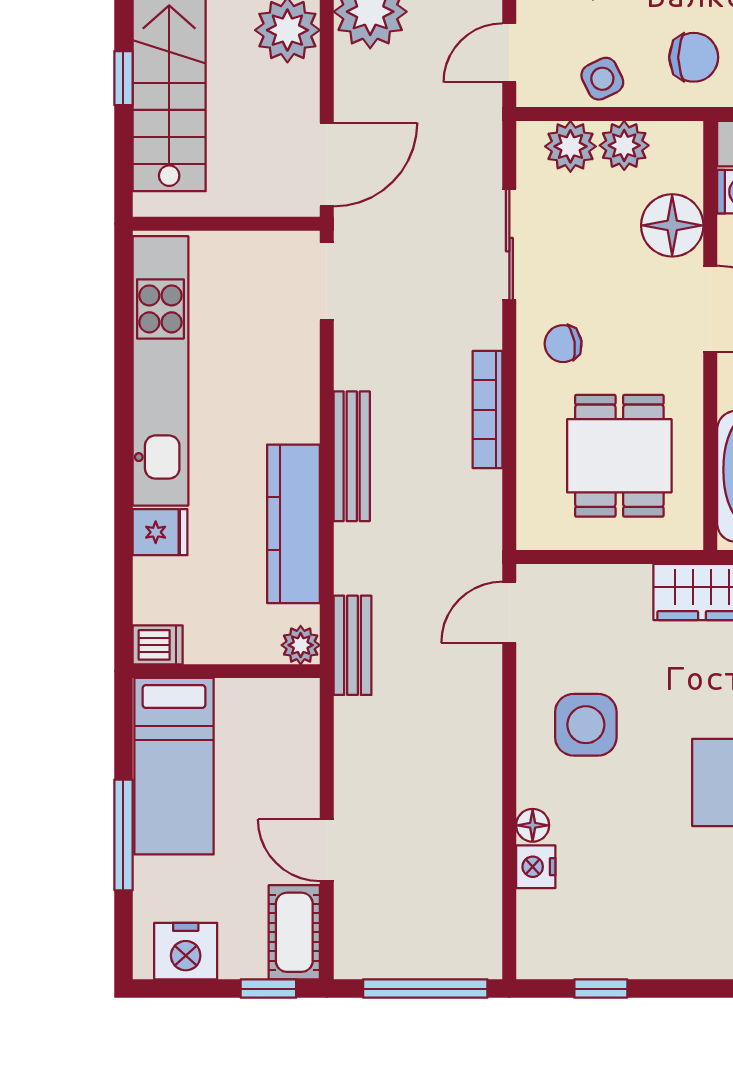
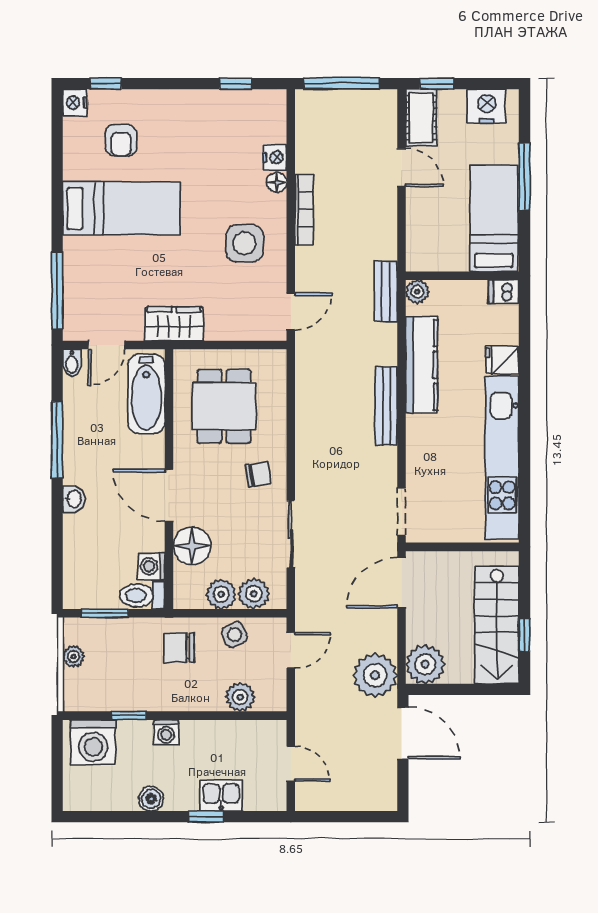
bookcase: (488, 410) -> (304, 210), moved

